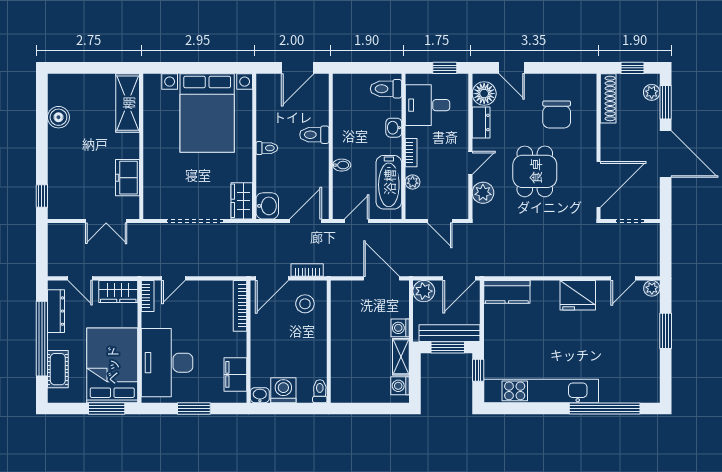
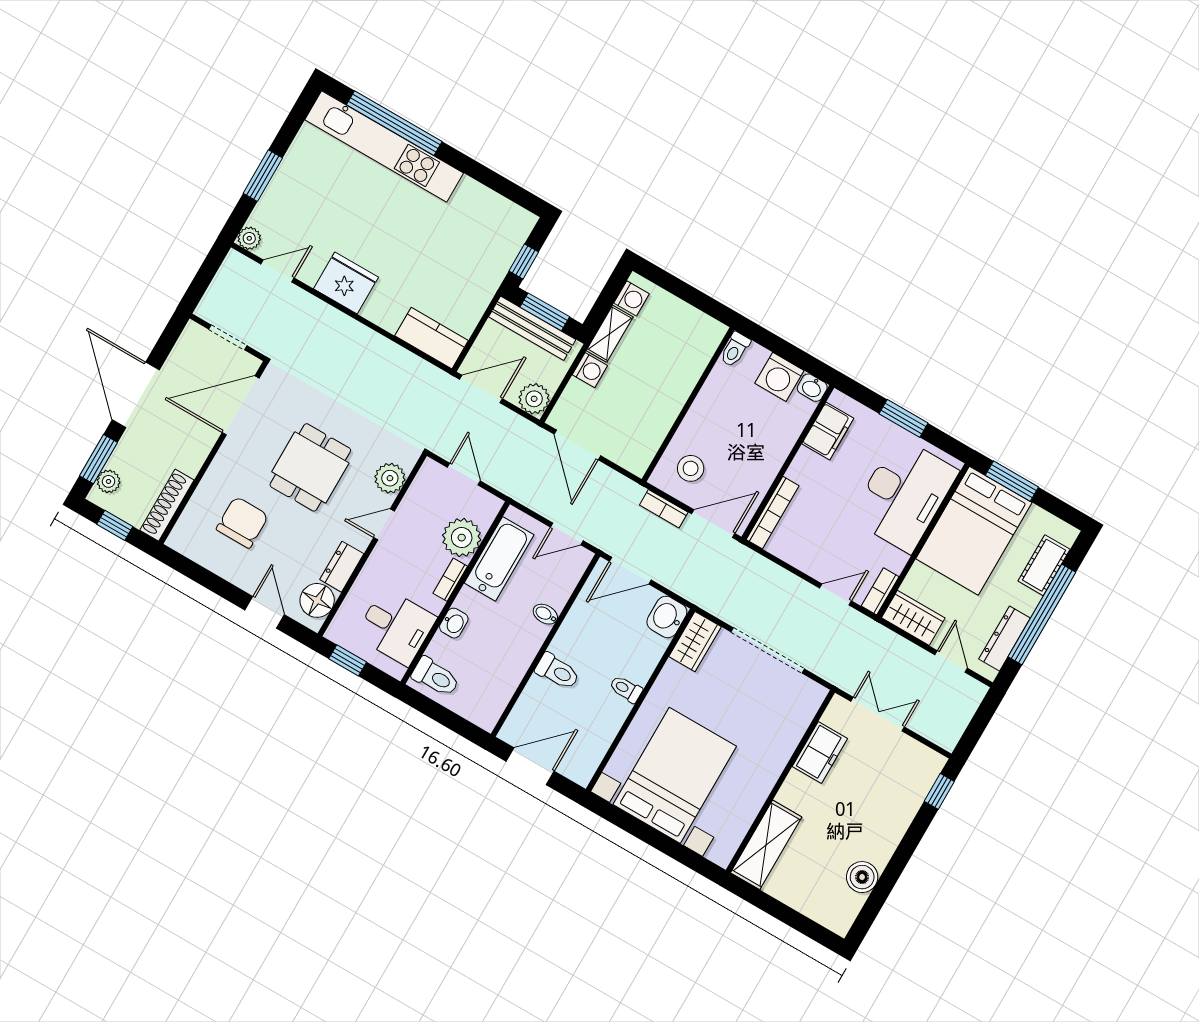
plant: (413, 182) -> (462, 538), width x1.88, depth x1.88
kitchen unit: (541, 391) -> (384, 146), moved

